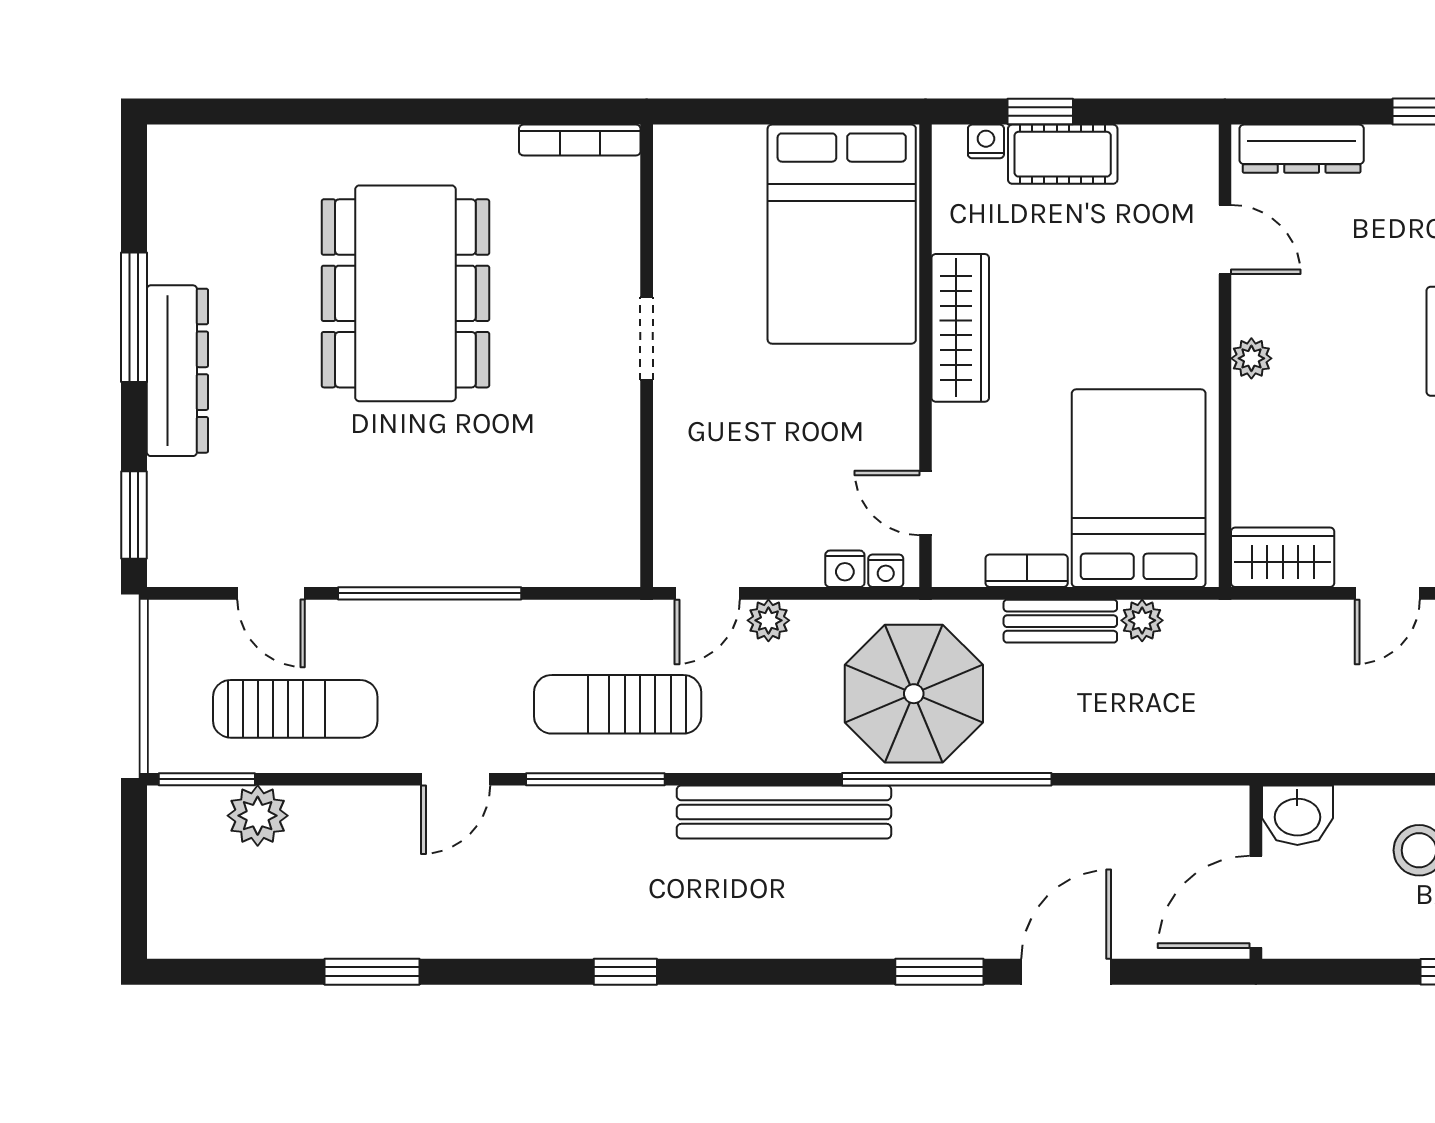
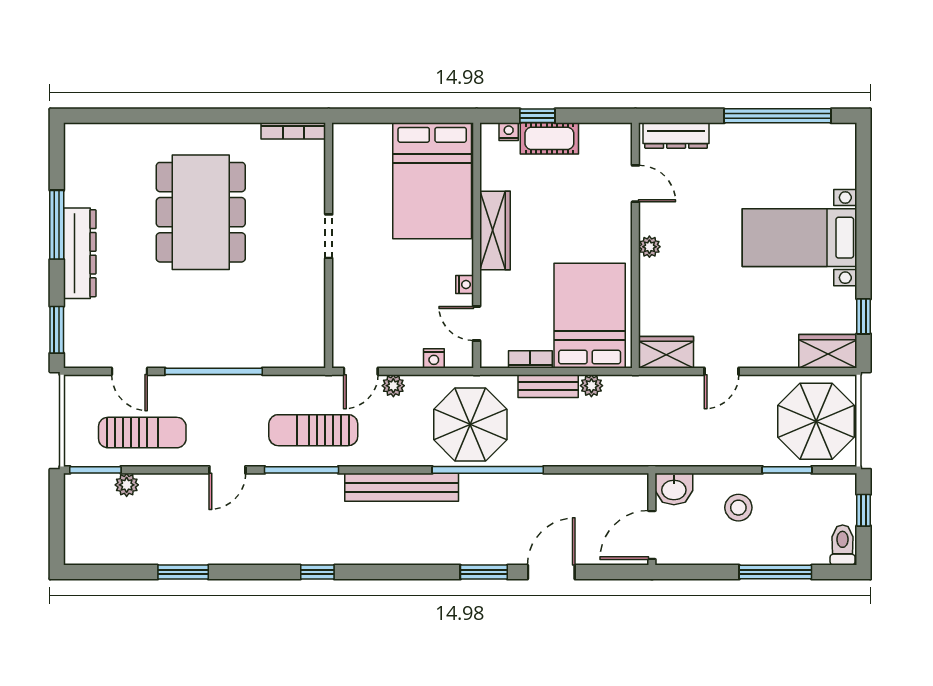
nightstand: (886, 571) -> (465, 285), moved, turned -90
plant: (258, 816) -> (127, 485), width x0.73, depth x0.73

